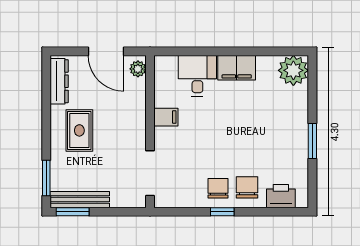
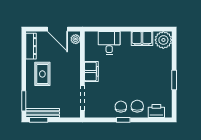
filing cabinet: (237, 68) -> (142, 38), moved
filing cabinet: (166, 117) -> (91, 71), width x2.00

